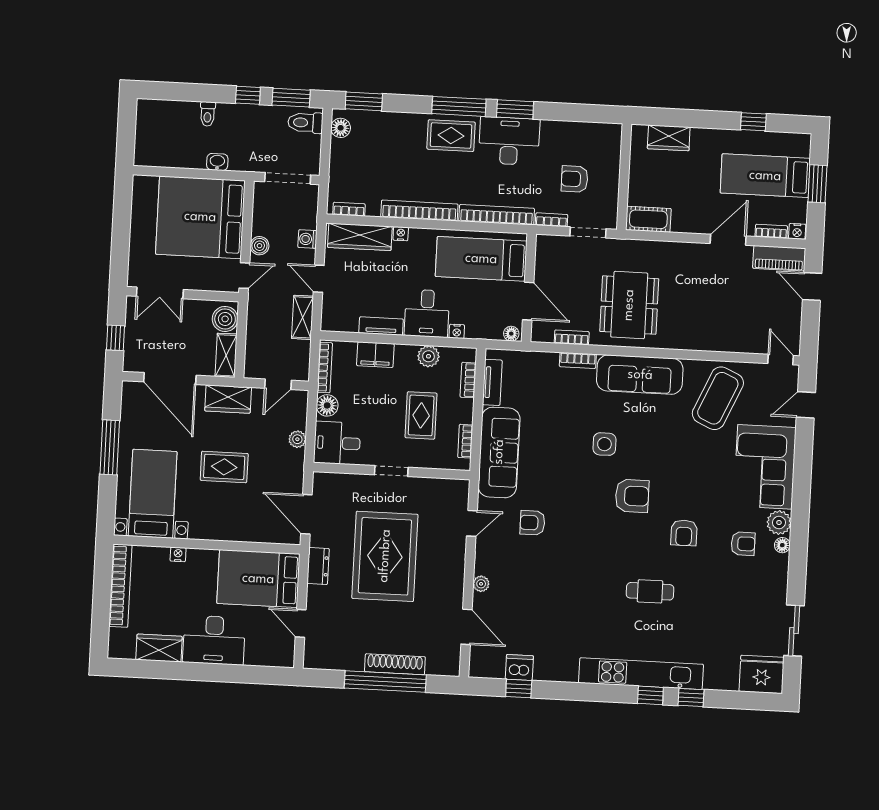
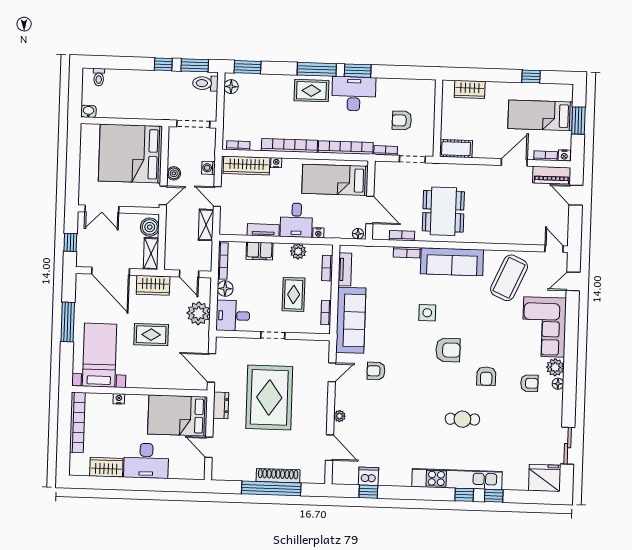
toilet: (208, 114) -> (99, 77), moved
washbasin: (217, 162) -> (88, 111), moved
door: (278, 384) -> (189, 274), hinge flipped
plant: (297, 439) -> (198, 313), width x1.87, depth x1.87

